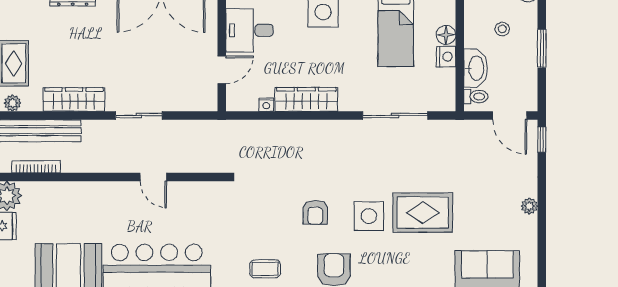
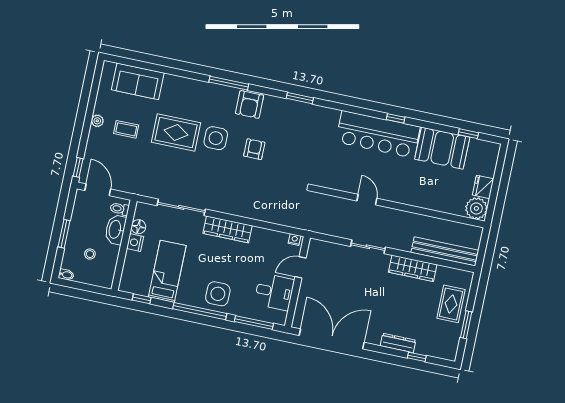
floor lamp: (446, 35) -> (138, 227), moved
wardrobe: (306, 99) -> (227, 229), moved
plant: (13, 103) -> (458, 275), removed
nightstand: (266, 105) -> (295, 240), moved
bookcase: (36, 167) -> (451, 225), removed
coffee table: (265, 269) -> (126, 129), moved

